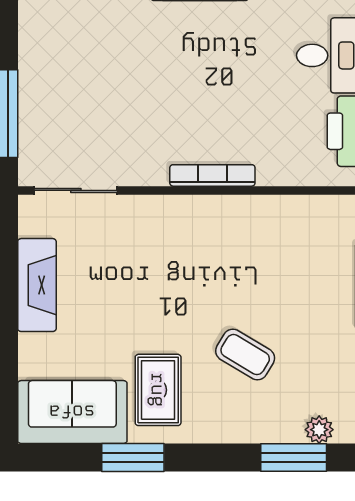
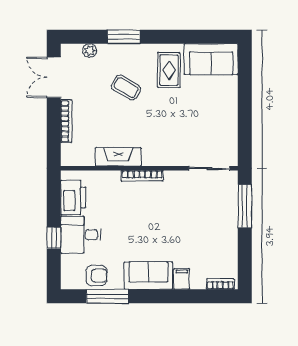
fireplace: (37, 285) -> (118, 157), moved, turned 90
window: (133, 458) -> (181, 37), removed
window: (294, 458) -> (124, 37), moved

